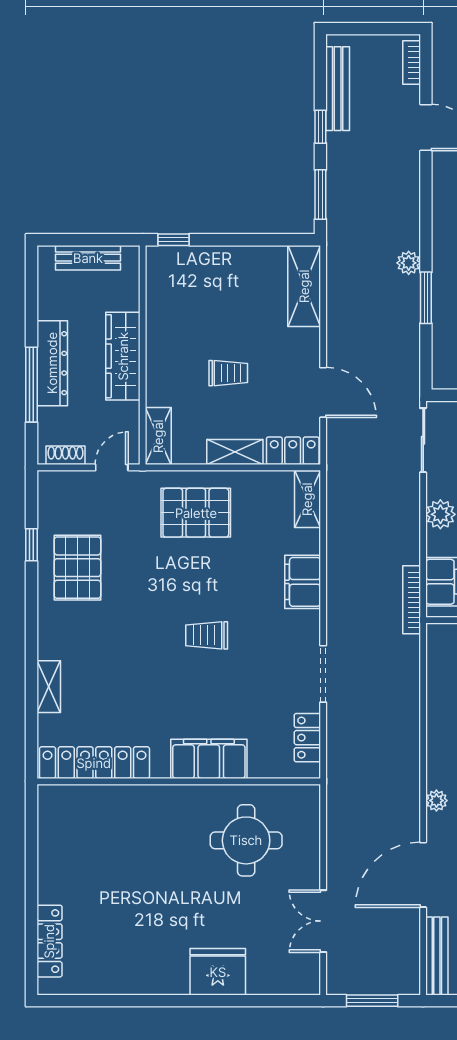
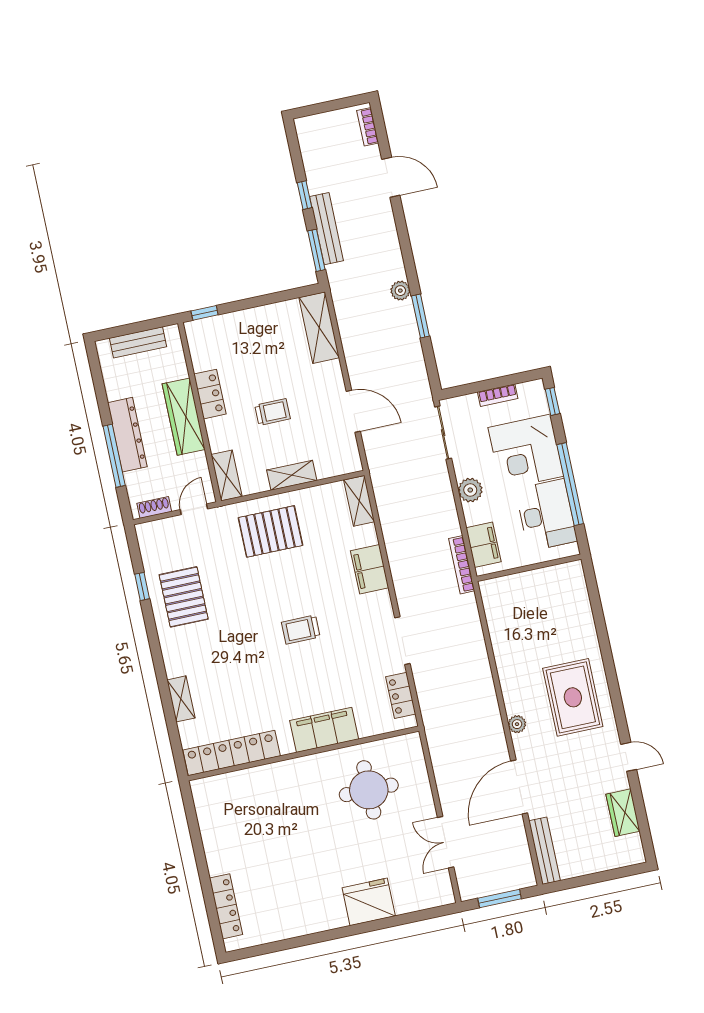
bench: (338, 89) -> (327, 229), moved
locker: (293, 451) -> (210, 394), moved, turned 90

